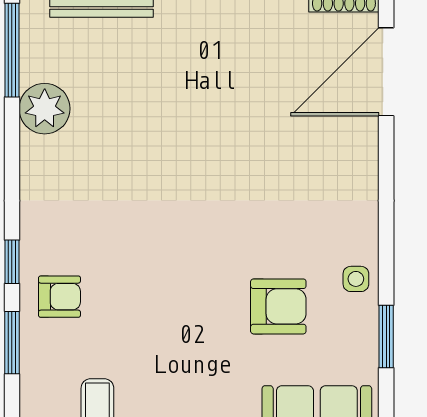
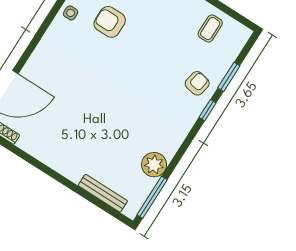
armchair: (59, 297) -> (197, 83), turned 101

